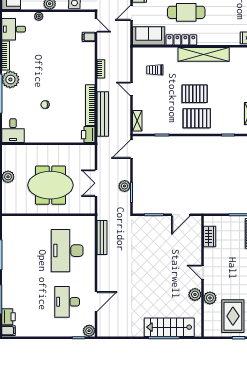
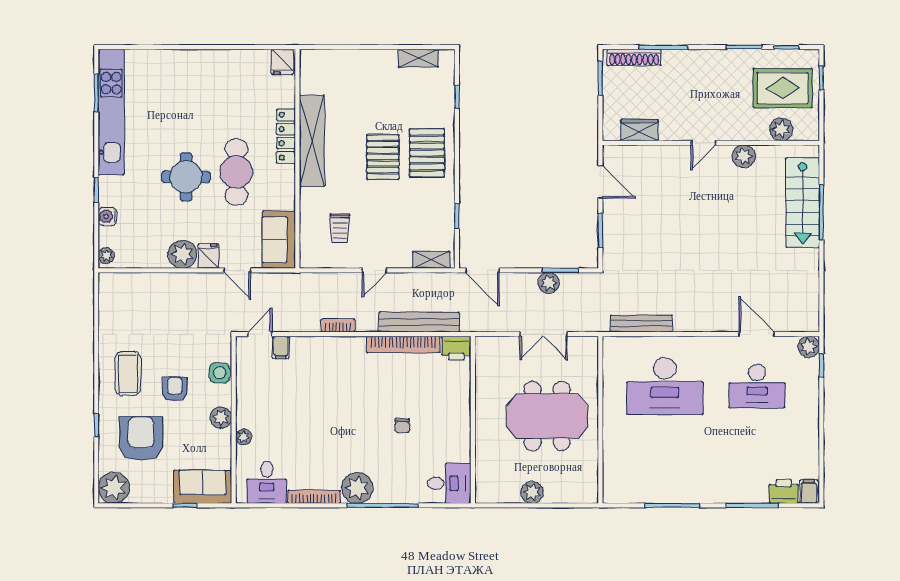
locker: (181, 40) -> (286, 136), moved
meeting table: (51, 185) -> (547, 416), turned 90
plant: (210, 298) -> (781, 129), moved

